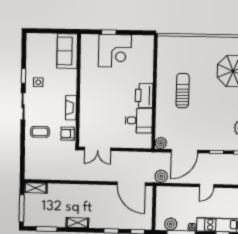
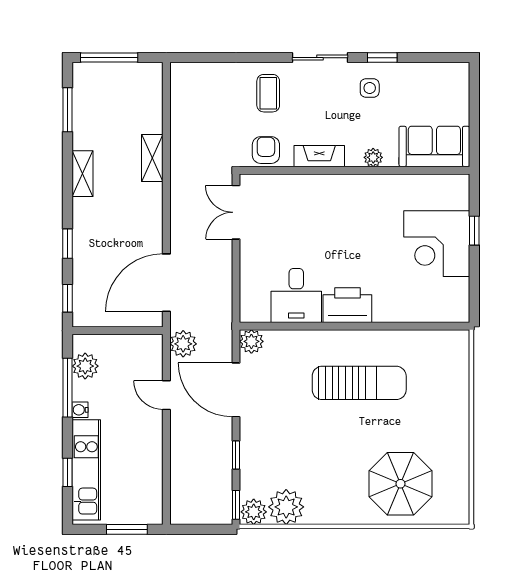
plant: (72, 81) -> (373, 157), added
sun lounger: (183, 91) -> (359, 383), width x1.36, depth x1.34
door: (207, 186) -> (166, 395), moved
shelving: (36, 188) -> (152, 158), moved

